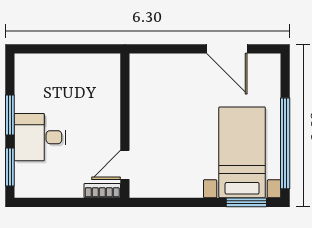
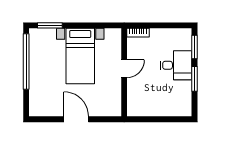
door: (227, 49) -> (76, 119), moved
bed with nightstands: (242, 152) -> (80, 56), moved
door: (125, 165) -> (124, 69), moved

